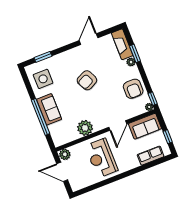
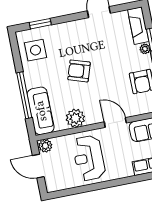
armchair: (87, 80) -> (79, 71), moved, turned 44
sofa: (49, 109) -> (41, 111), moved, width x1.36
door: (118, 126) -> (115, 122), swing flipped

